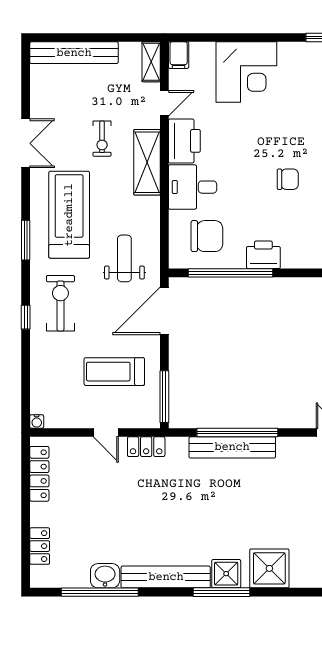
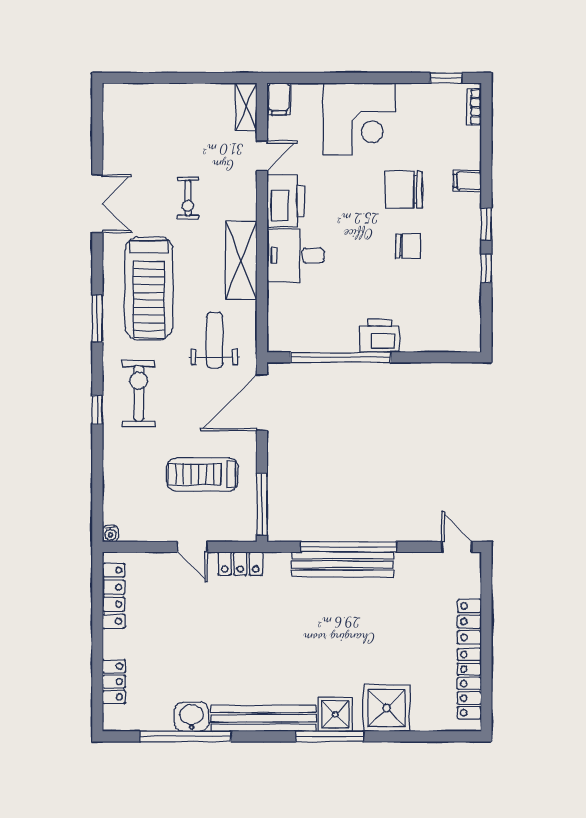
bench: (74, 53) -> (155, 96), removed
shelving: (147, 162) -> (241, 260), moved
treadmill: (69, 215) -> (149, 288), turned 180
chair: (207, 236) -> (404, 190), moved, turned 180

